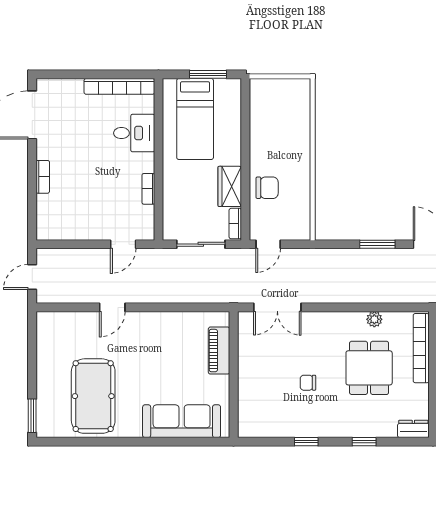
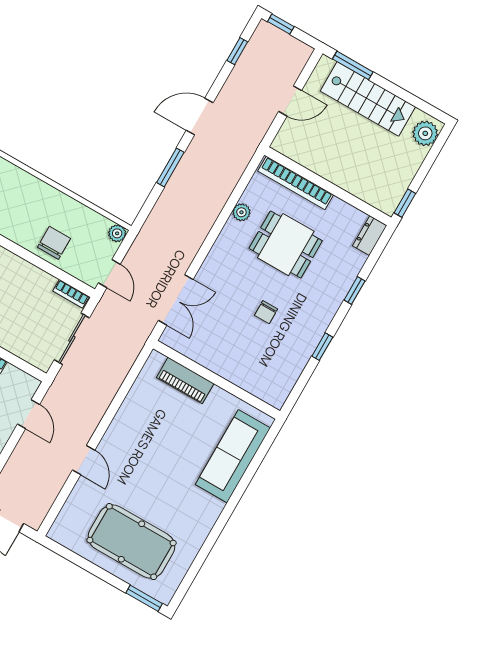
wardrobe: (230, 186) -> (32, 278), removed
plant: (303, 232) -> (117, 233), added
pool table: (93, 396) -> (132, 542), moved

